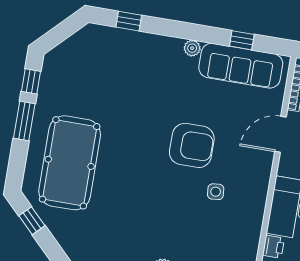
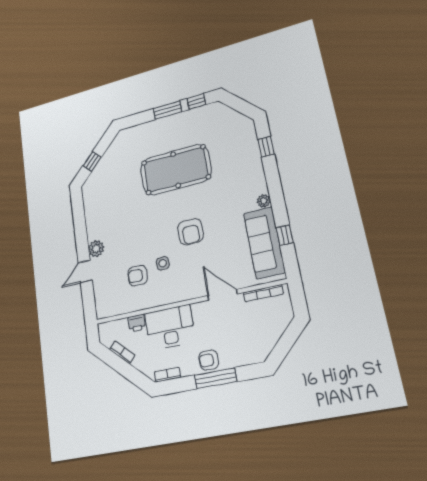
armchair: (192, 145) -> (191, 232), width x0.73, depth x0.73
pool table: (70, 163) -> (176, 170), moved
window: (32, 221) -> (92, 161), moved
armchair: (218, 227) -> (138, 276), added

